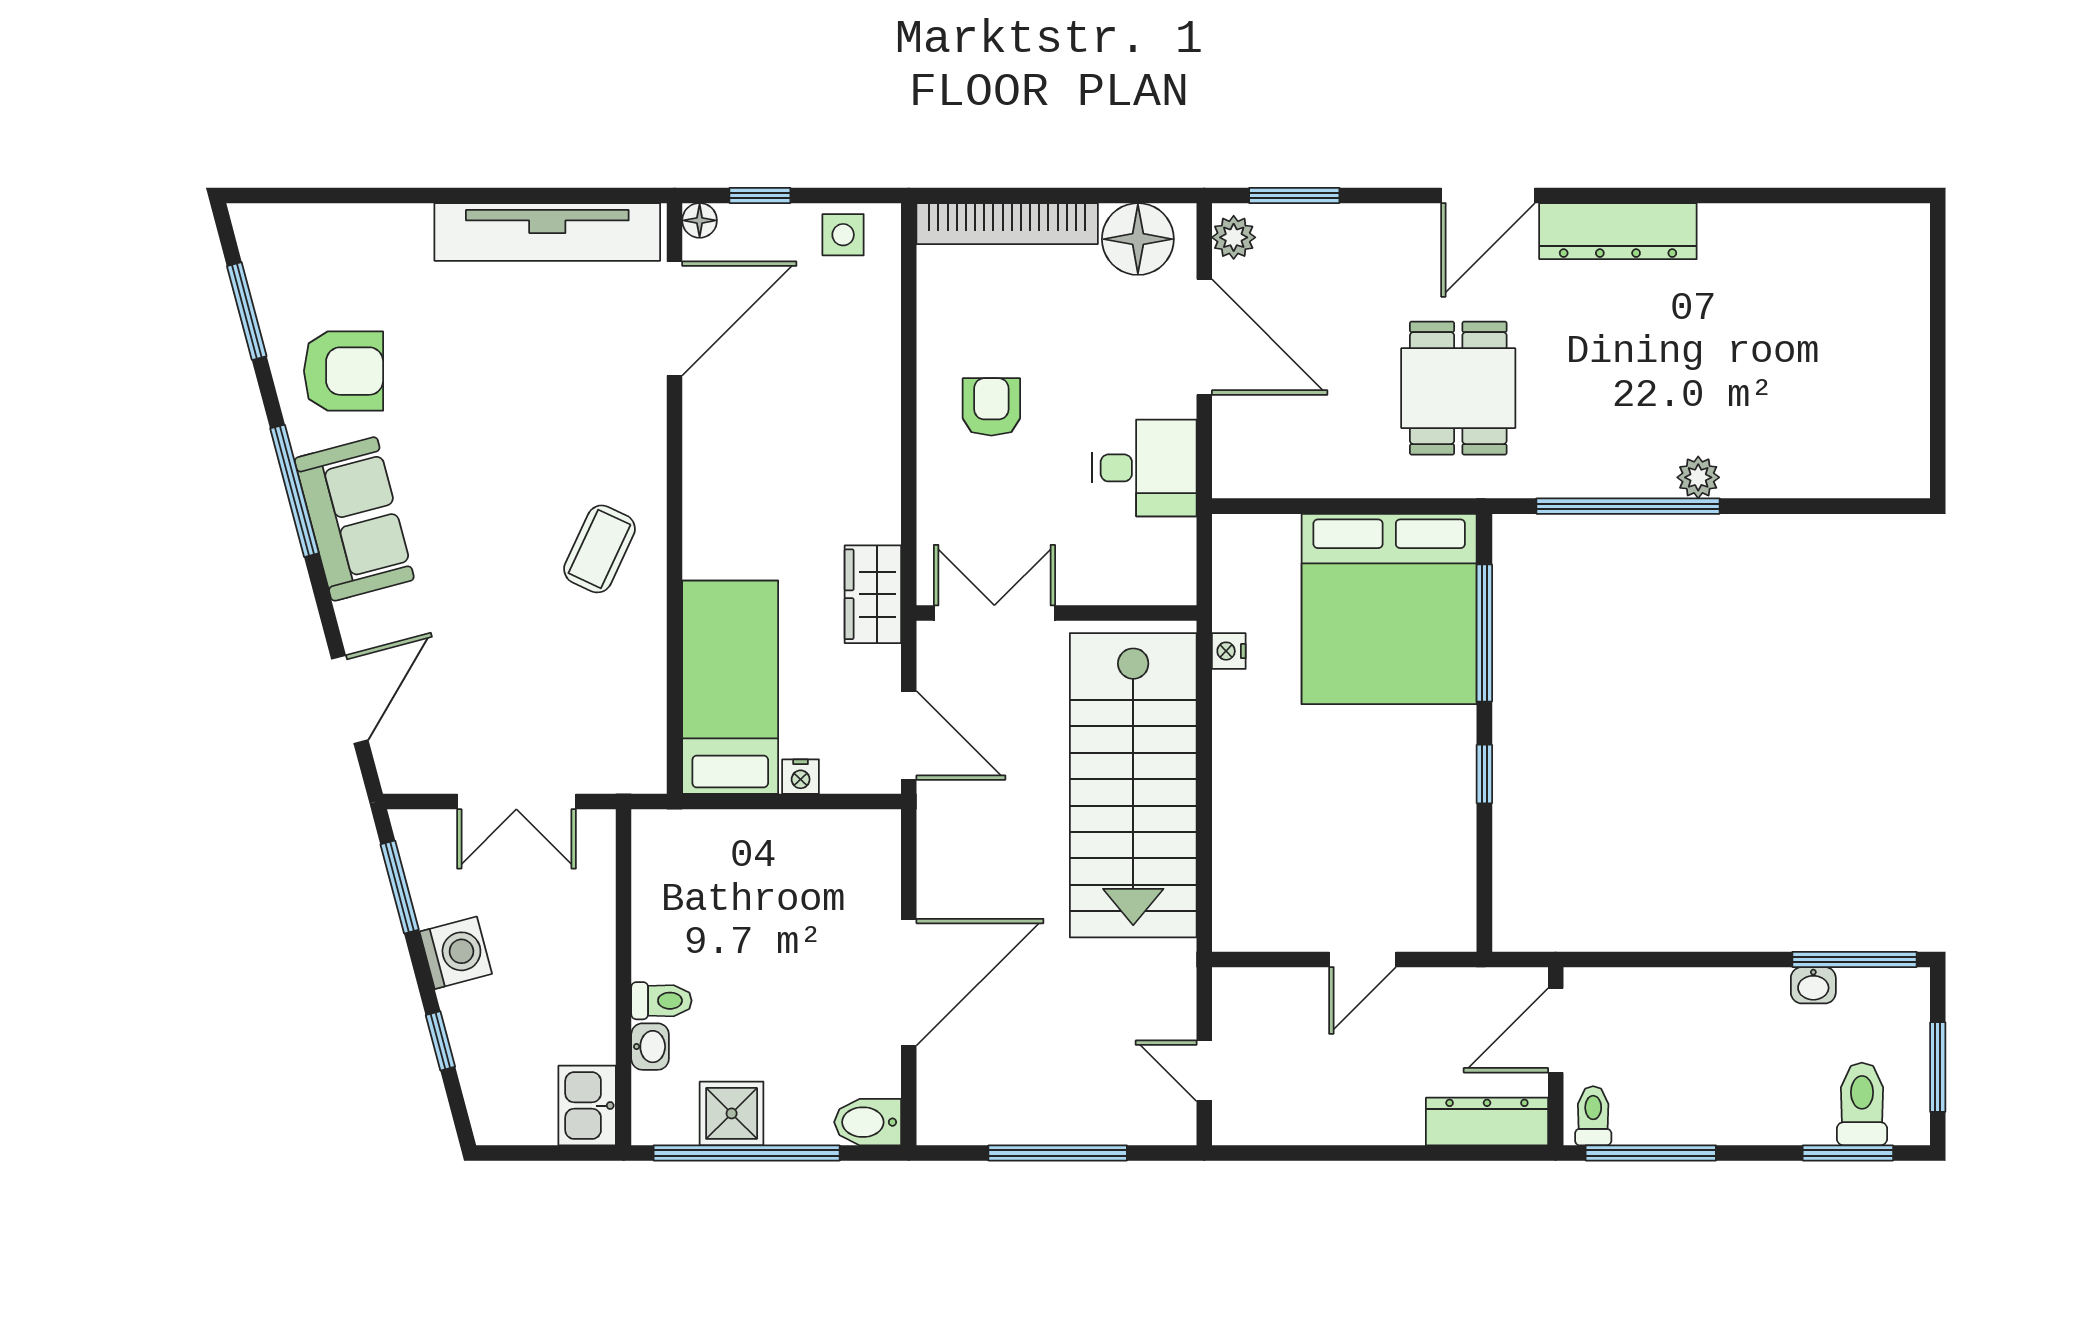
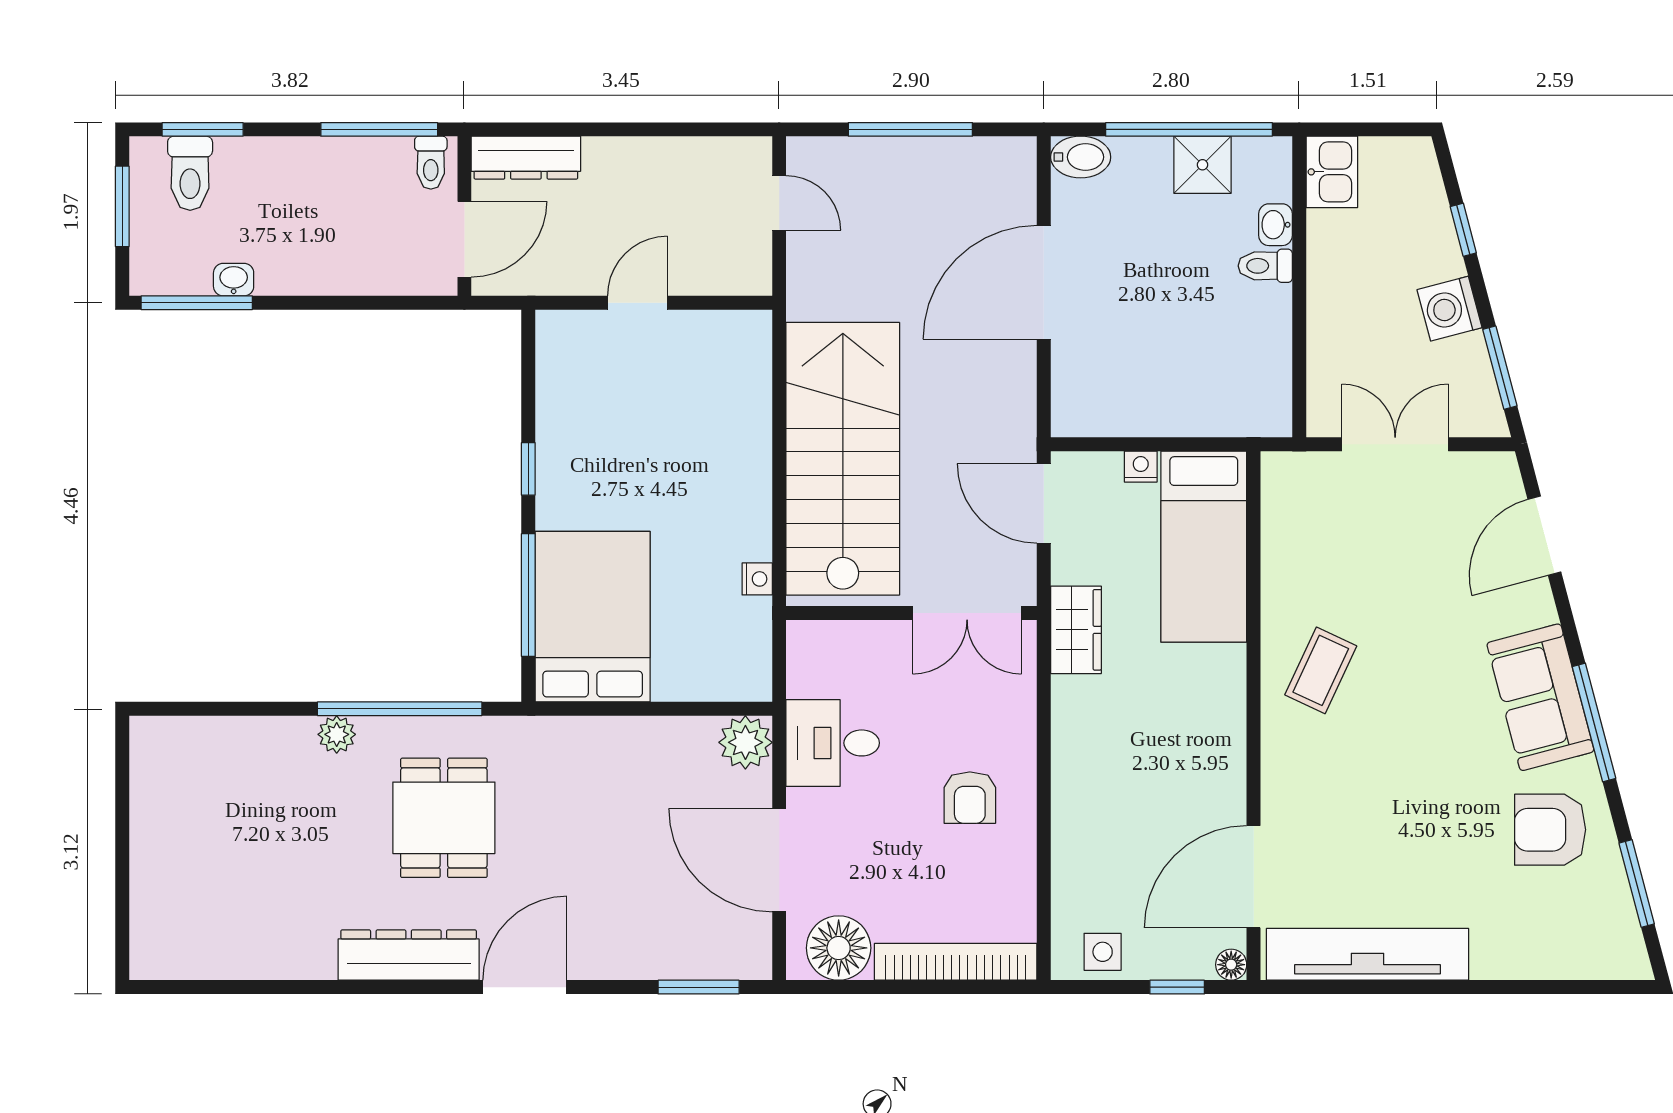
plant: (1234, 237) -> (745, 742), moved, width x1.38, depth x1.38
dining table: (1458, 388) -> (444, 818), moved
bed: (1389, 609) -> (593, 617), width x0.73

